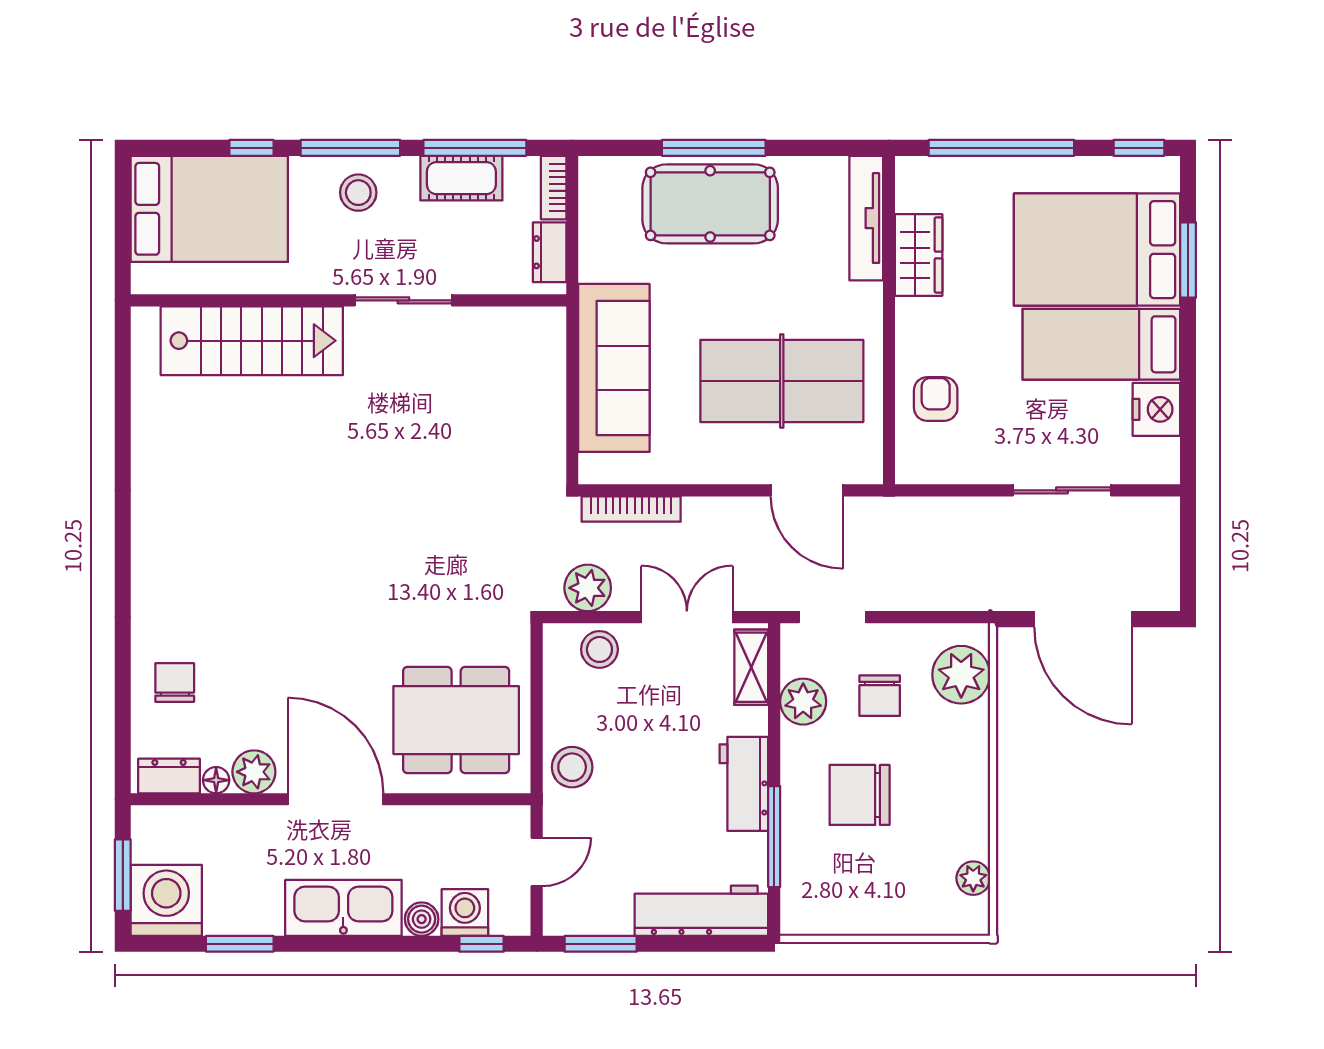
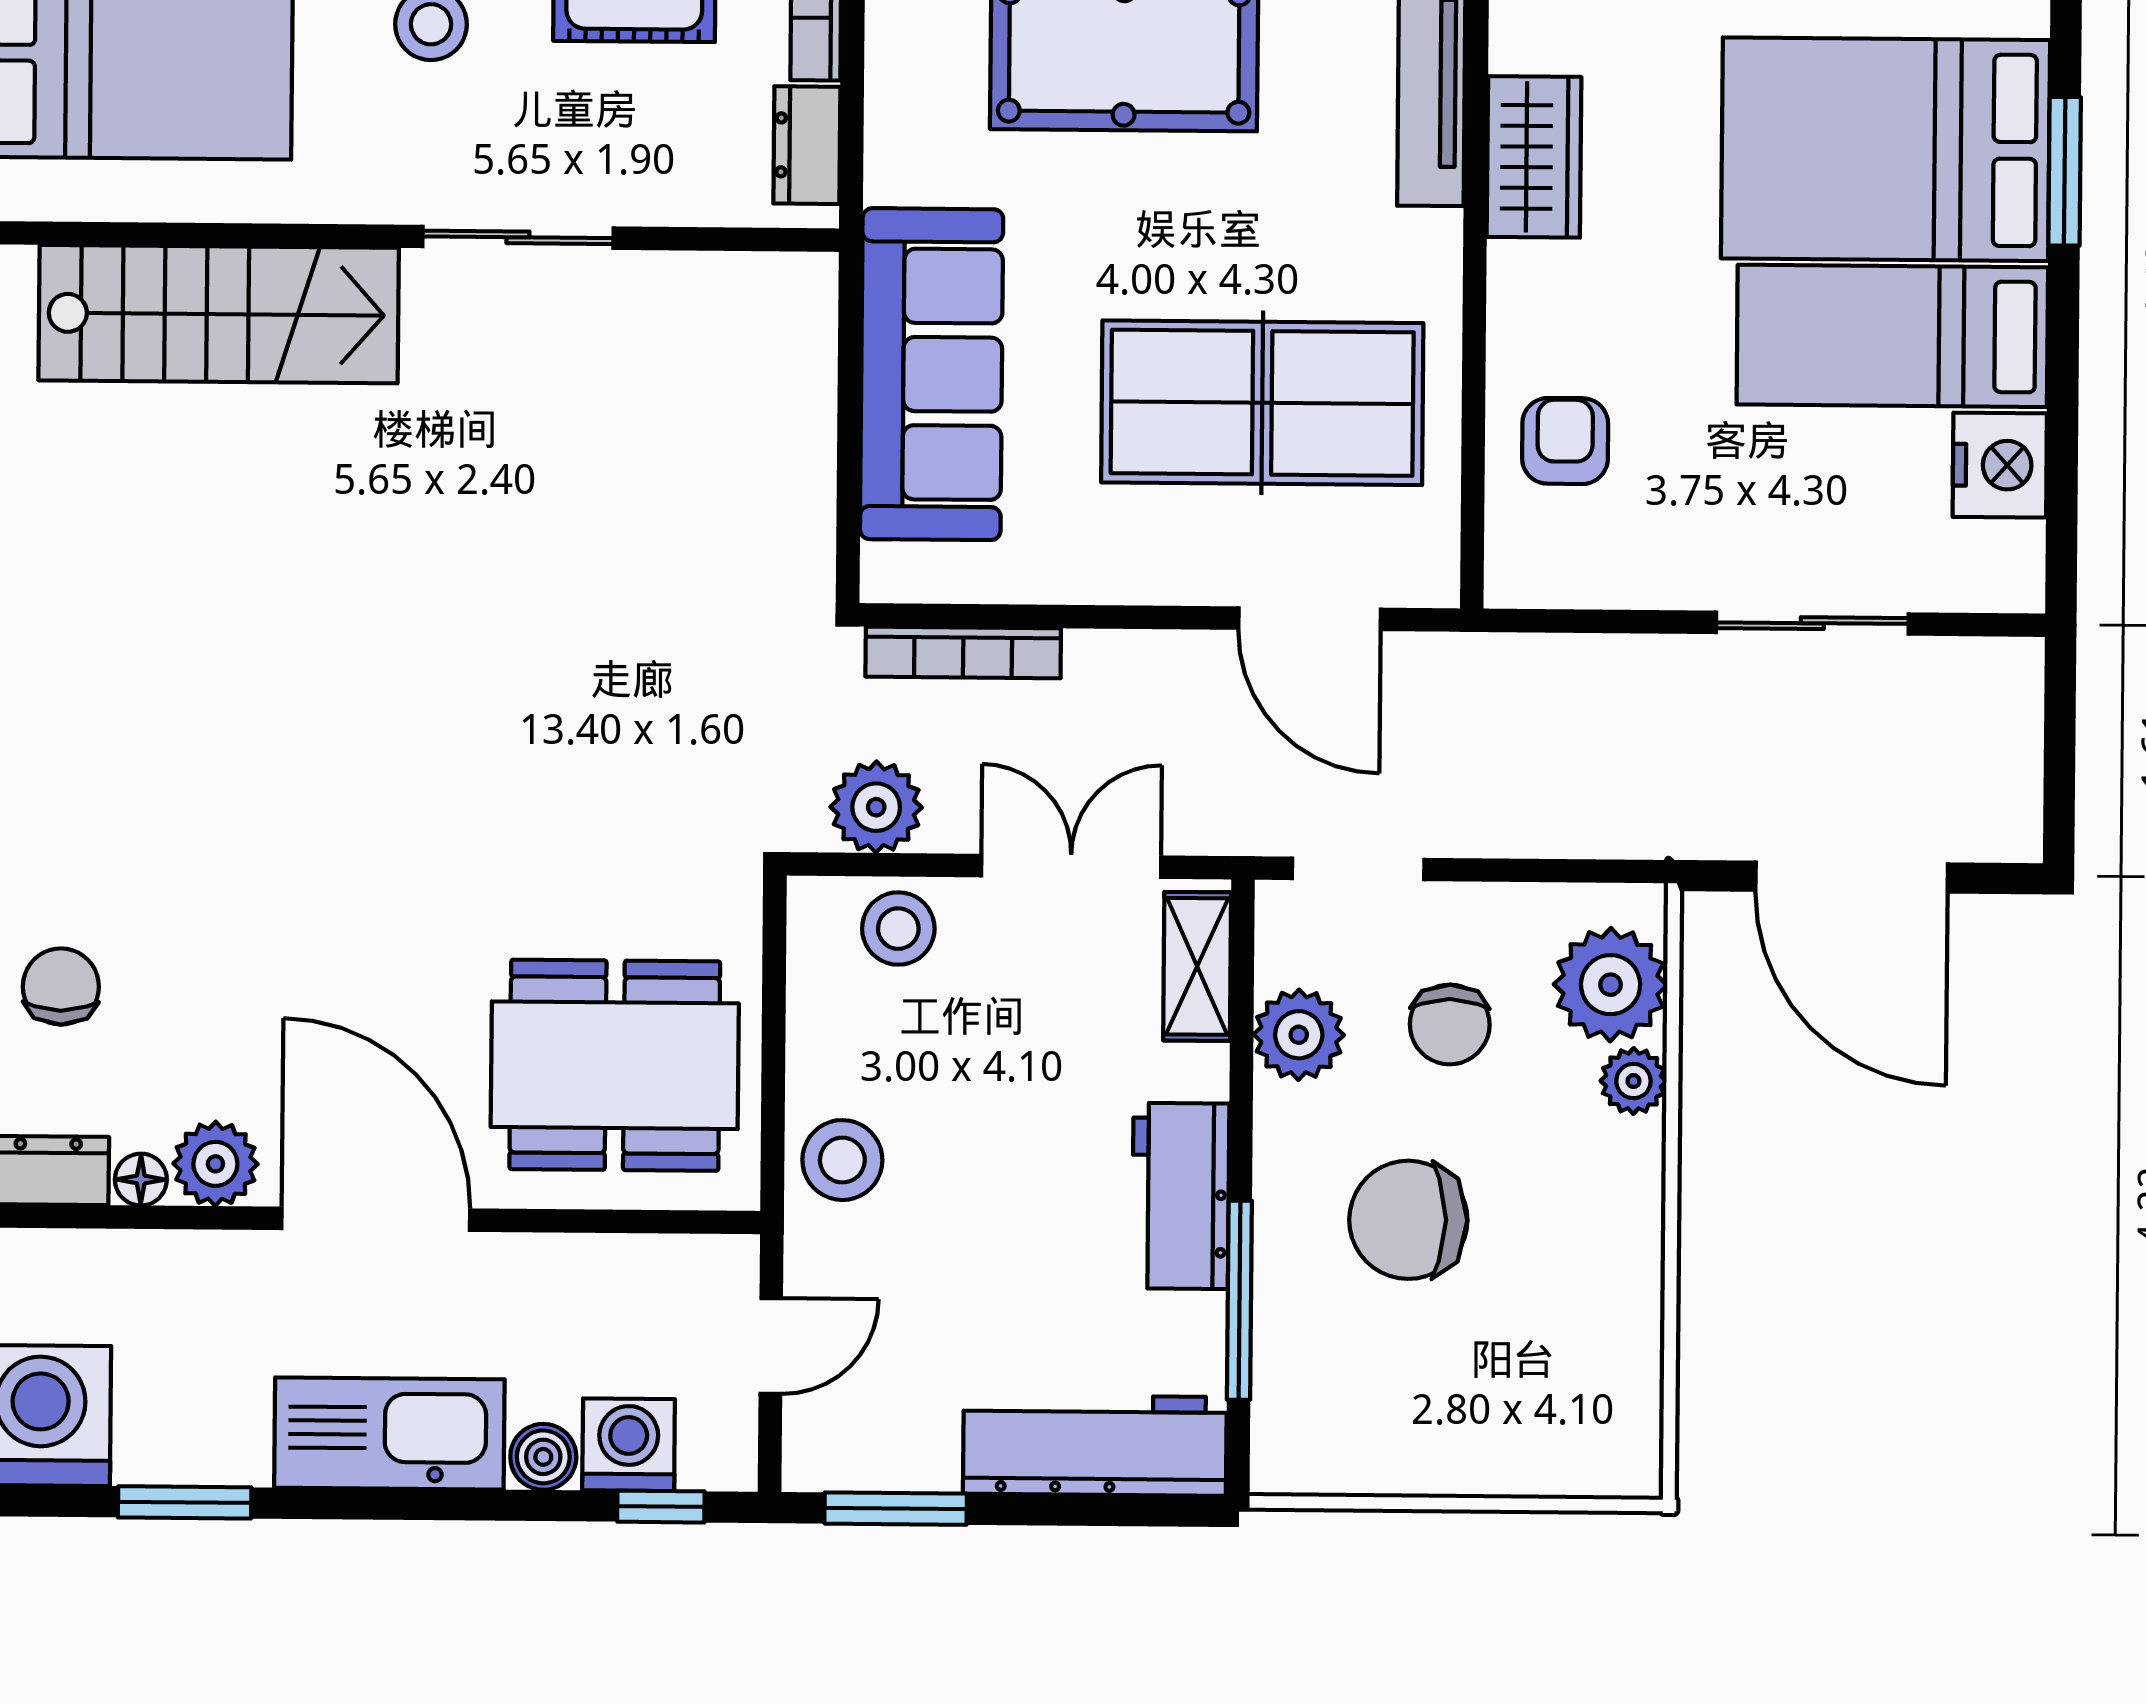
plant: (973, 878) -> (1633, 1081), moved

